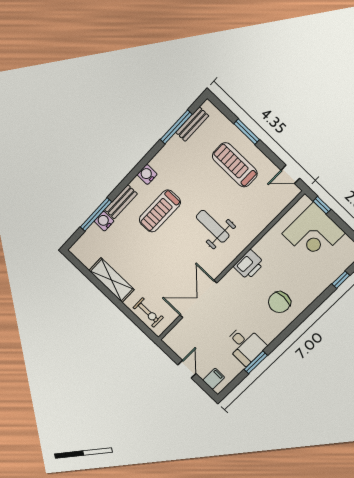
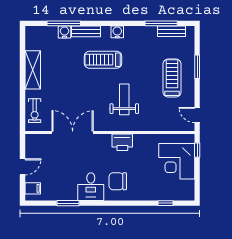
desk: (245, 345) -> (91, 187), moved

